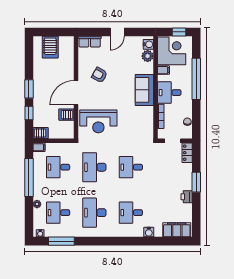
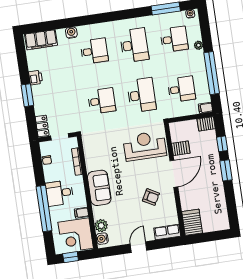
server rack: (50, 47) -> (192, 222), moved
desk: (169, 93) -> (59, 193), moved, turned 180

